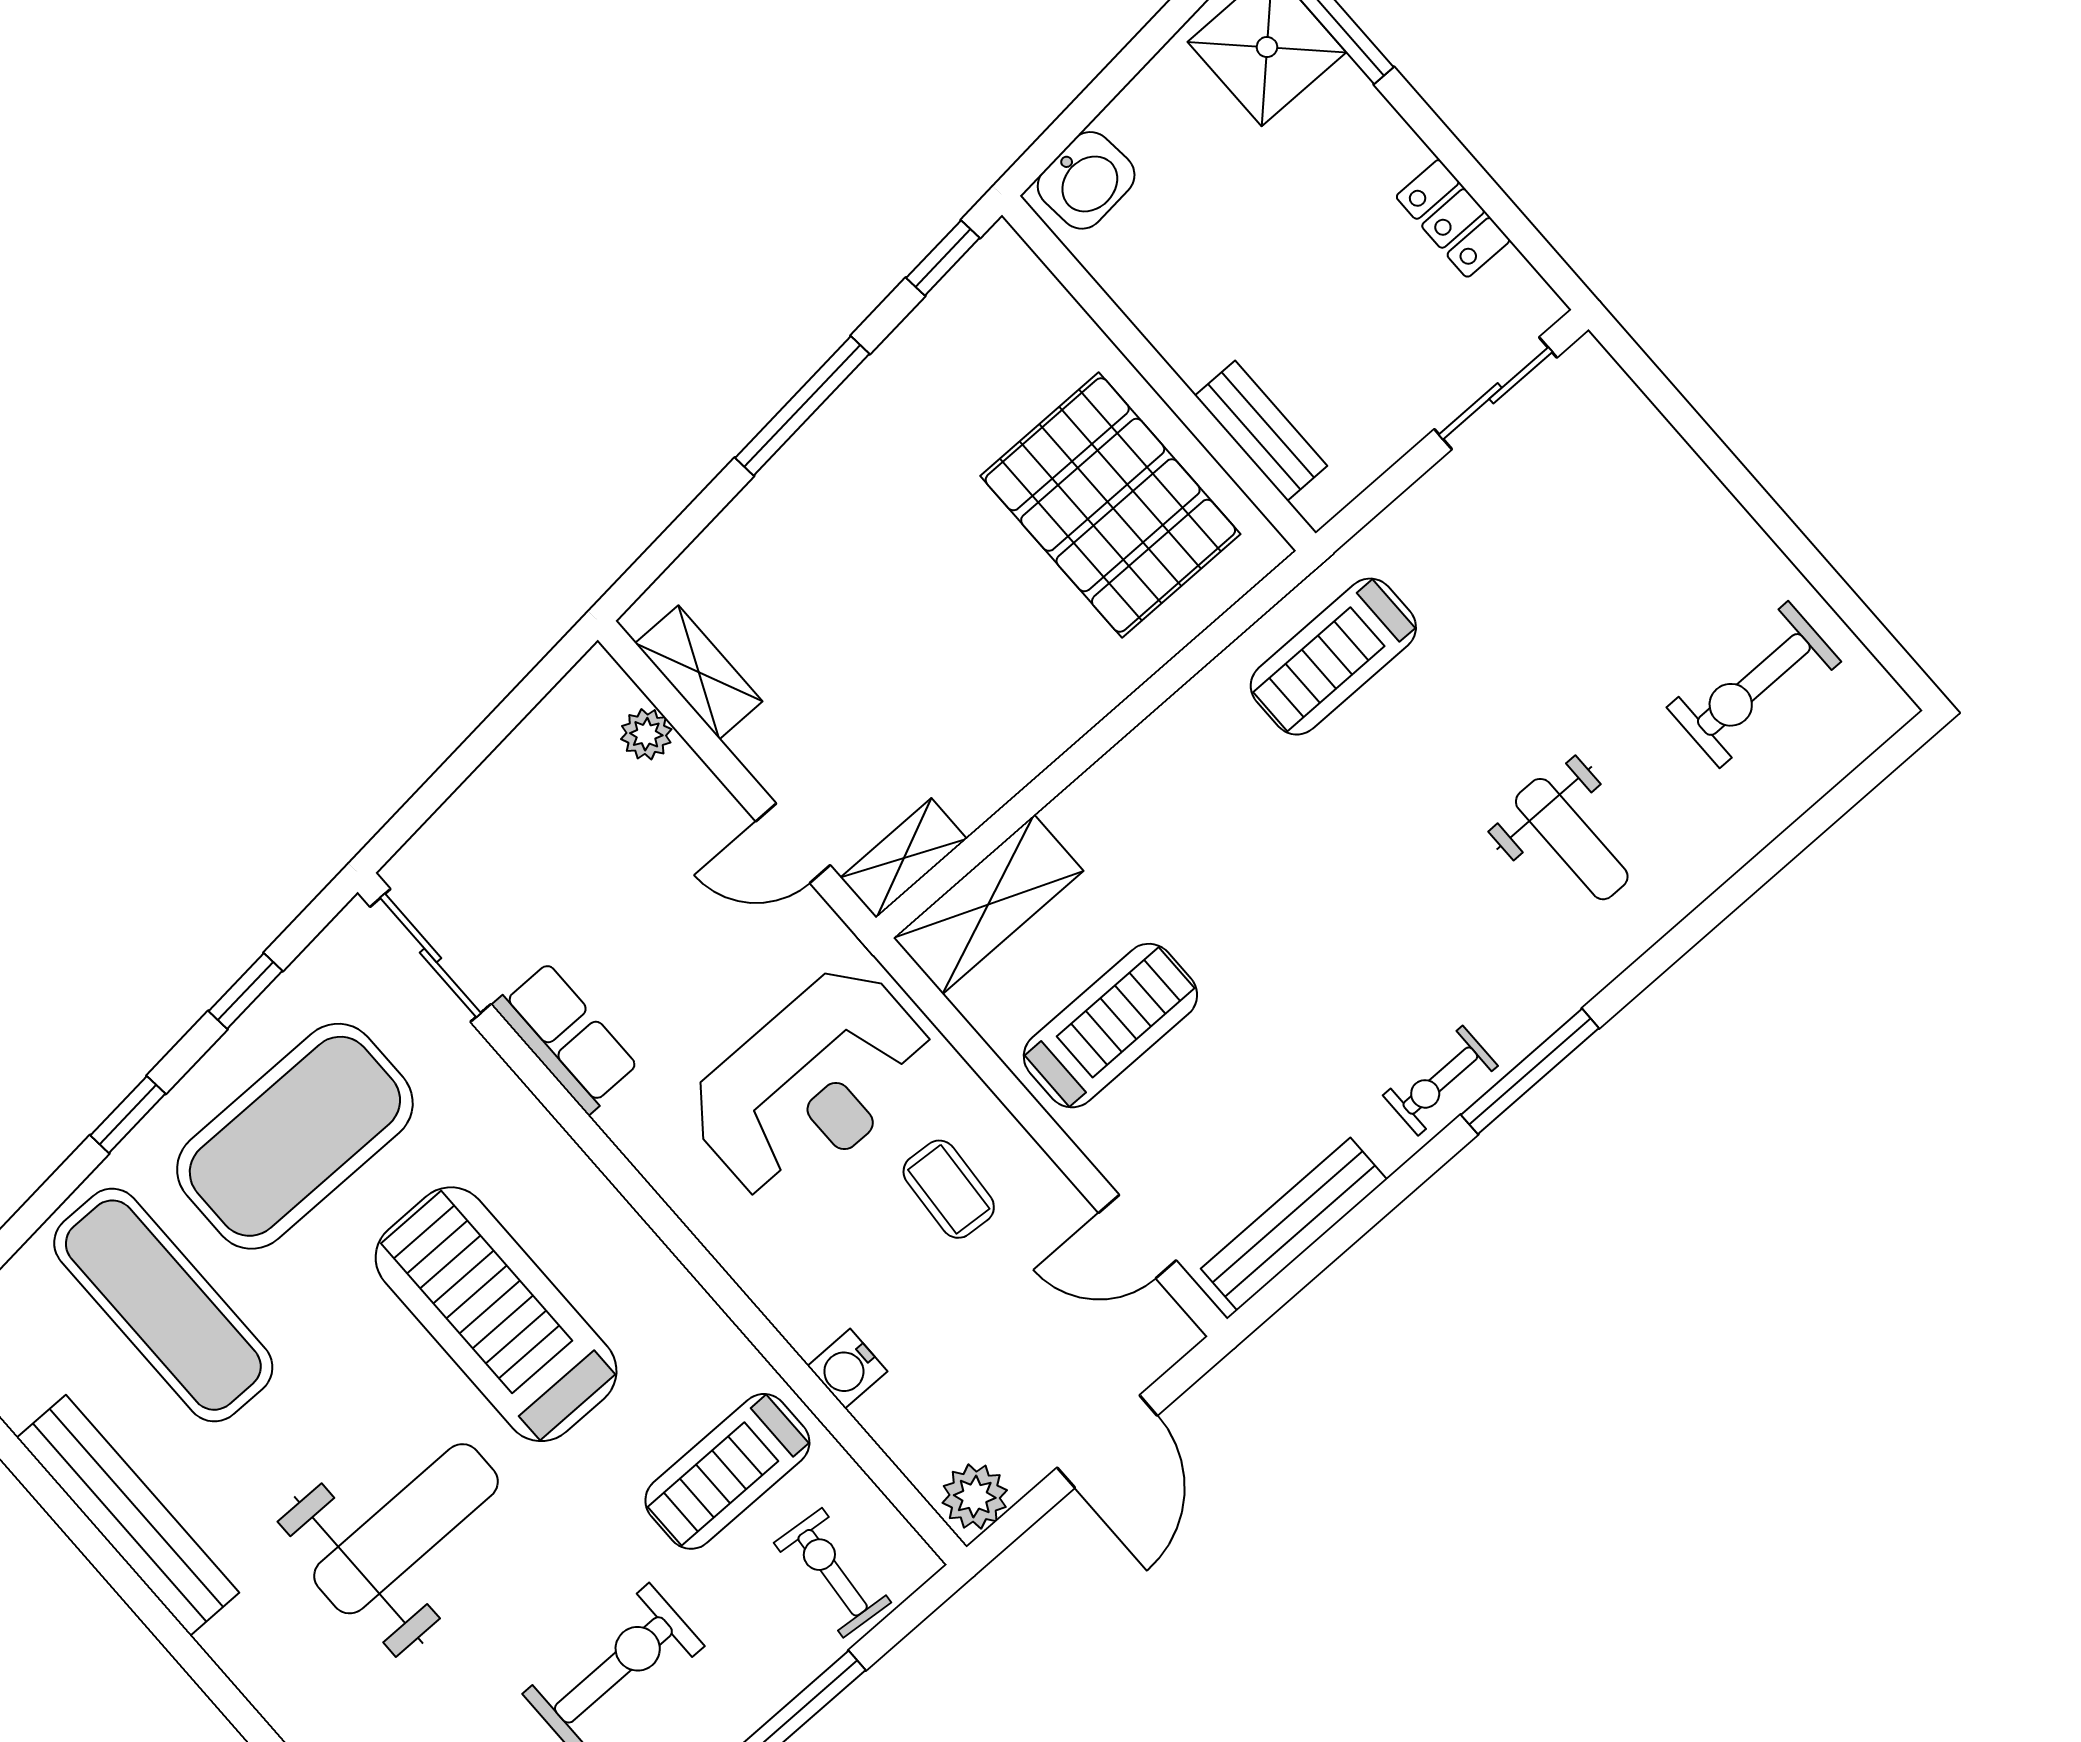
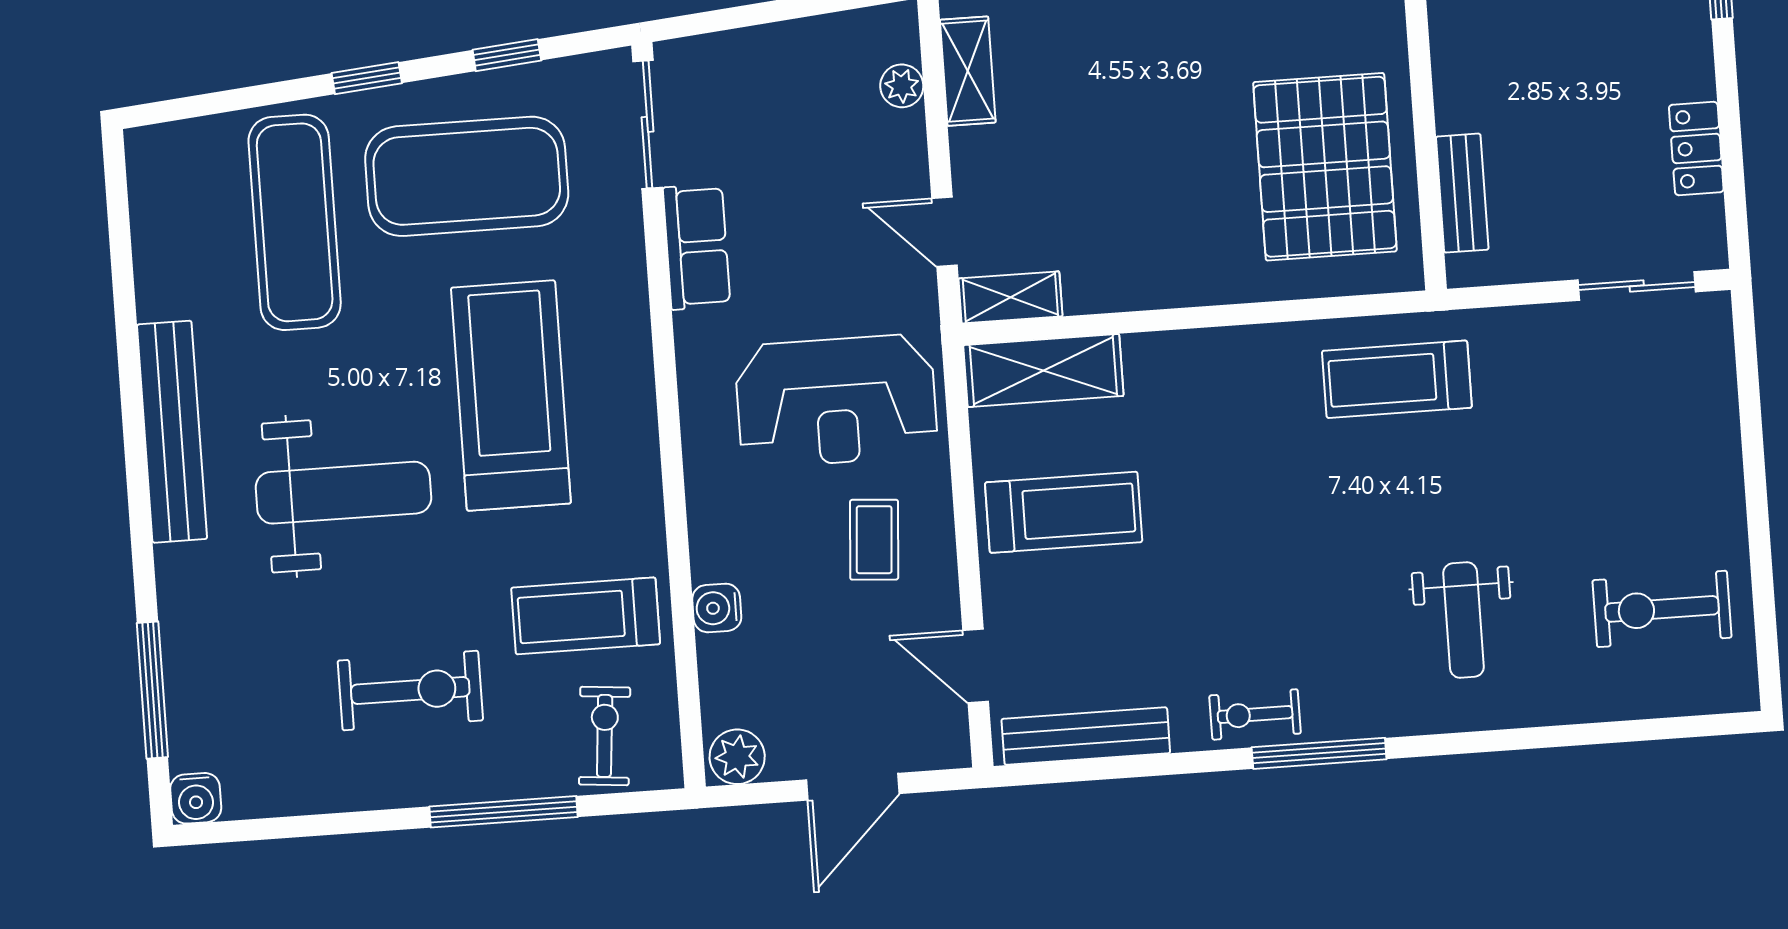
bench: (128, 1515) -> (172, 432), moved

